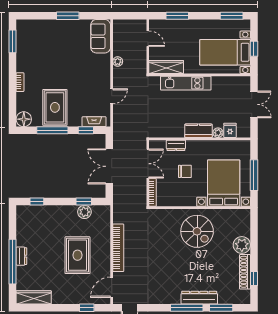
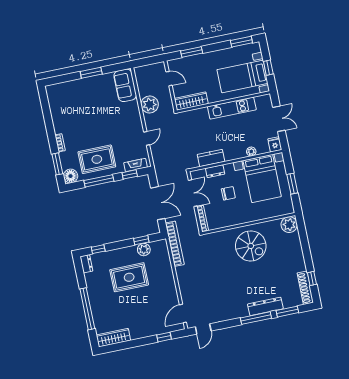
window: (13, 41) -> (57, 164), moved
plant: (118, 62) -> (150, 104), width x1.88, depth x1.88
kitchen unit: (186, 83) -> (232, 108), moved
rug: (55, 107) -> (97, 159), turned 90
fridge: (230, 130) -> (275, 144), moved
kitchen counter: (198, 131) -> (211, 158), moved
double door: (109, 166) -> (158, 203), swing flipped
window: (254, 175) -> (292, 184), width x0.69
bed with nightstands: (224, 183) -> (262, 179), moved, turned 180
plant: (242, 245) -> (289, 225), moved
bookcase: (118, 248) -> (175, 244), moved
rug: (77, 255) -> (129, 277), moved, turned 90
dresser: (21, 256) -> (86, 264), moved
shoe rack: (245, 272) -> (305, 288), moved

